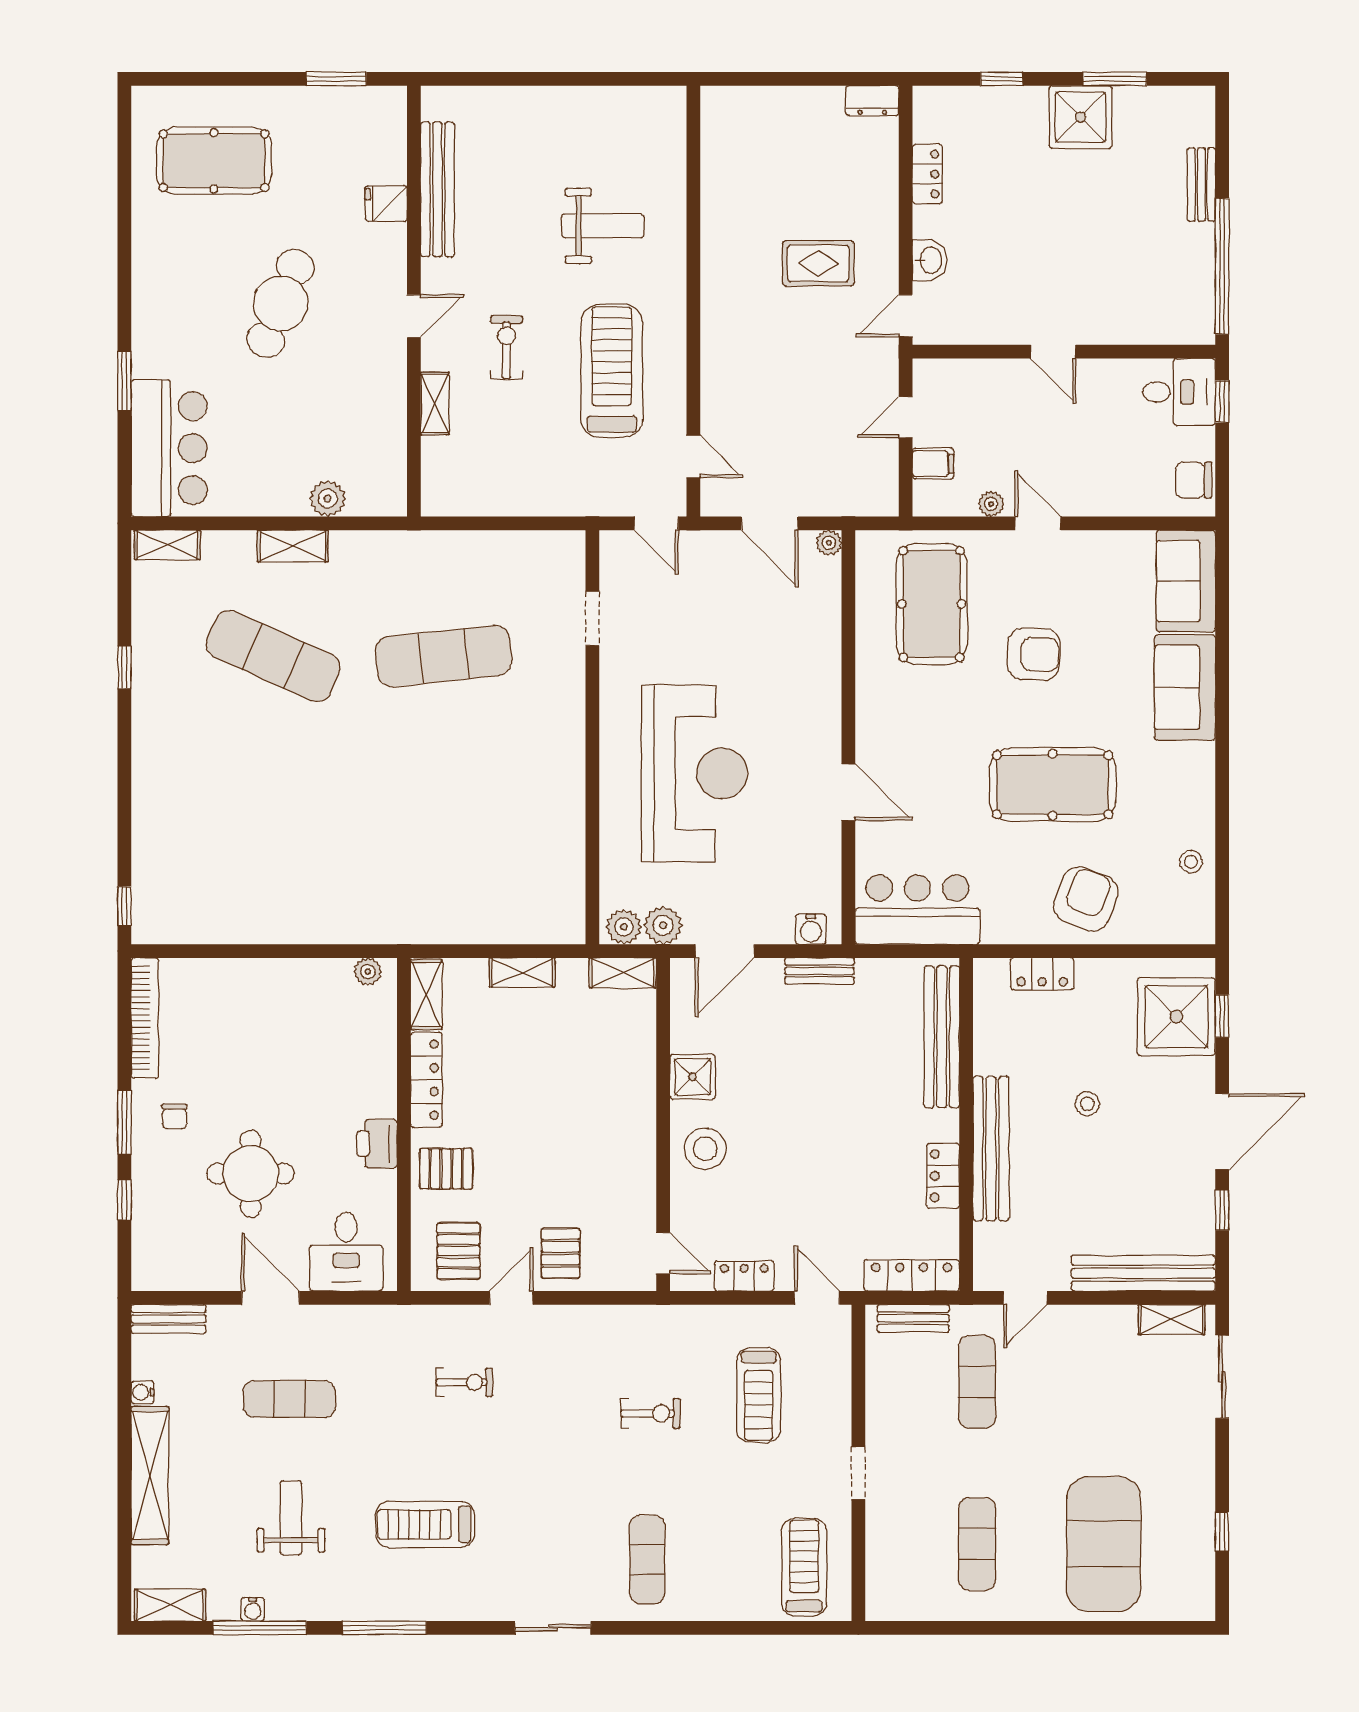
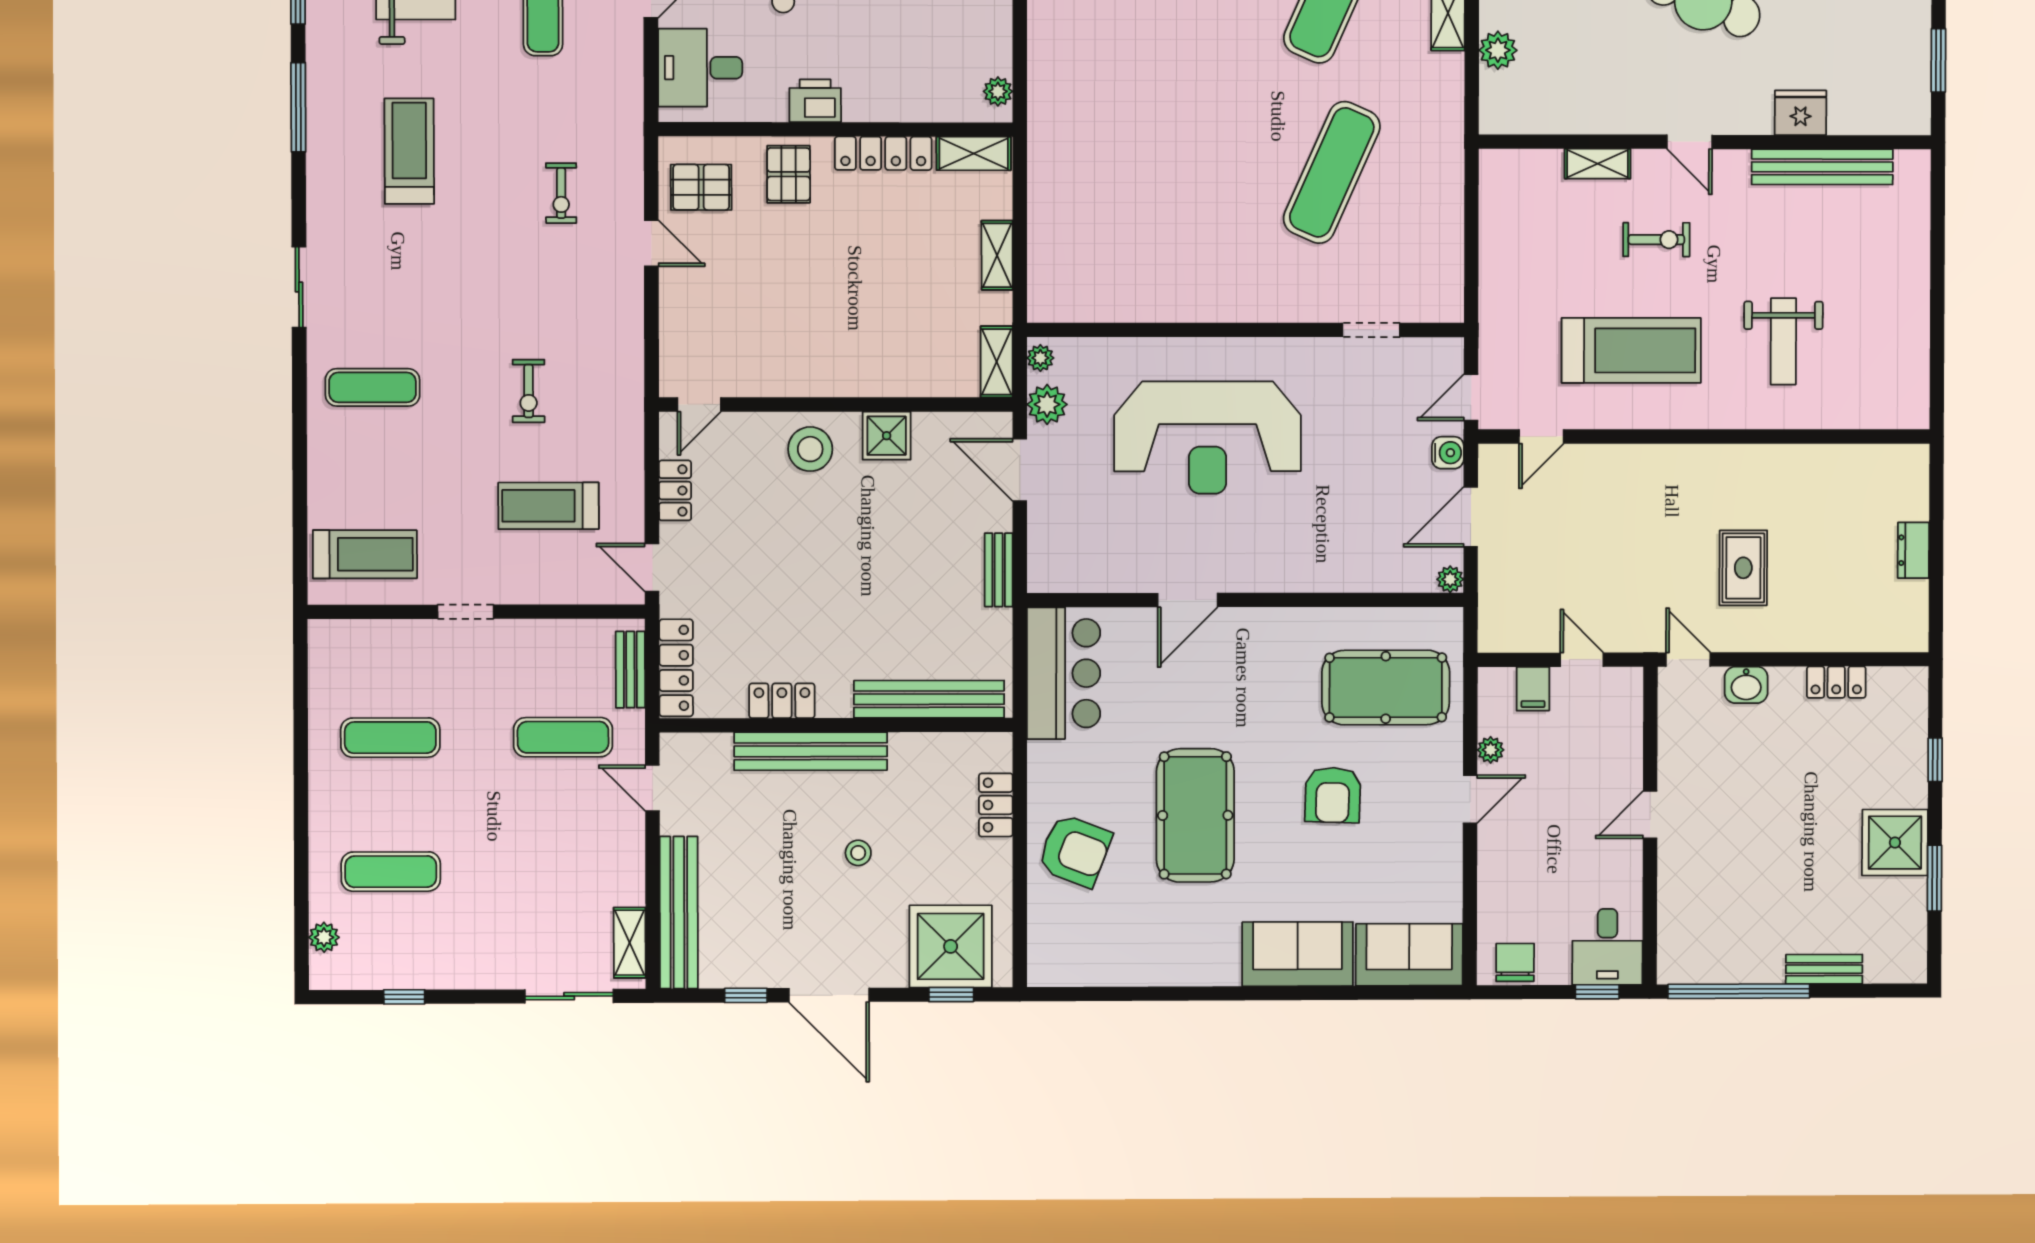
dresser: (872, 101) -> (1913, 550), moved
fridge: (386, 204) -> (1801, 113), width x1.38
exercise mat: (443, 656) -> (1332, 172), turned 30
stool: (1191, 862) -> (1114, 961), removed
plant: (624, 927) -> (1040, 358), width x0.73, depth x0.73
water cooler: (811, 929) -> (1448, 453), moved, turned 180
pallet: (561, 1253) -> (699, 296), removed
door: (817, 1298) -> (652, 567), swing flipped
exercise mat: (1104, 1544) -> (391, 872), width x0.50, depth x0.69
plant: (1165, 1607) -> (324, 937), added

